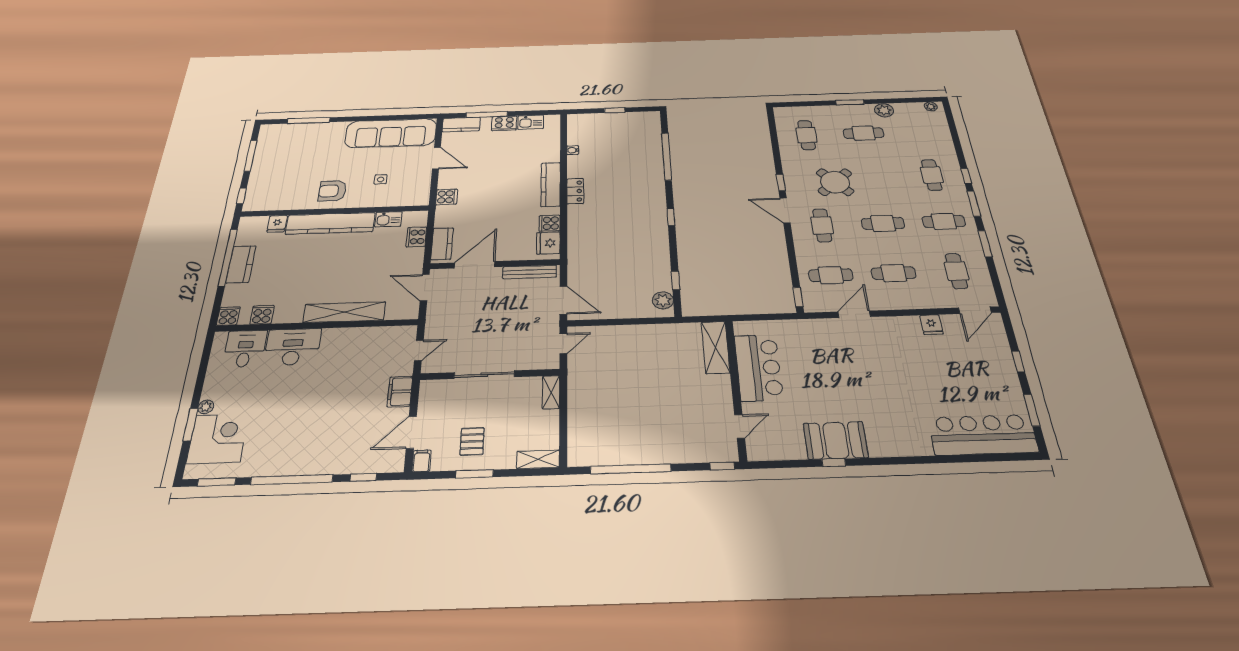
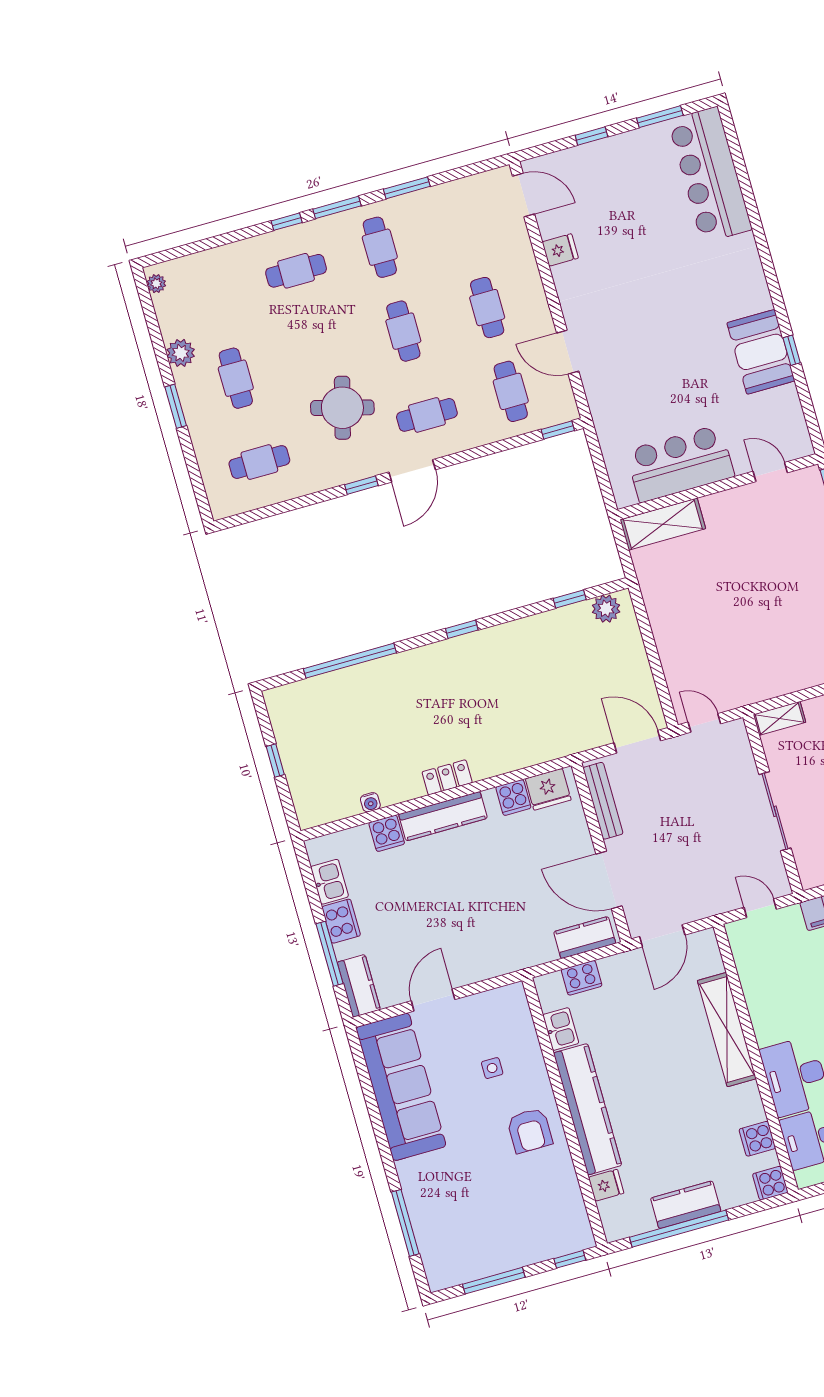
round table: (835, 182) -> (342, 408), turned -33
cooker: (447, 197) -> (387, 833), moved, turned 180
cafe table: (956, 271) -> (464, 224), removed
door: (563, 300) -> (637, 742), hinge flipped

